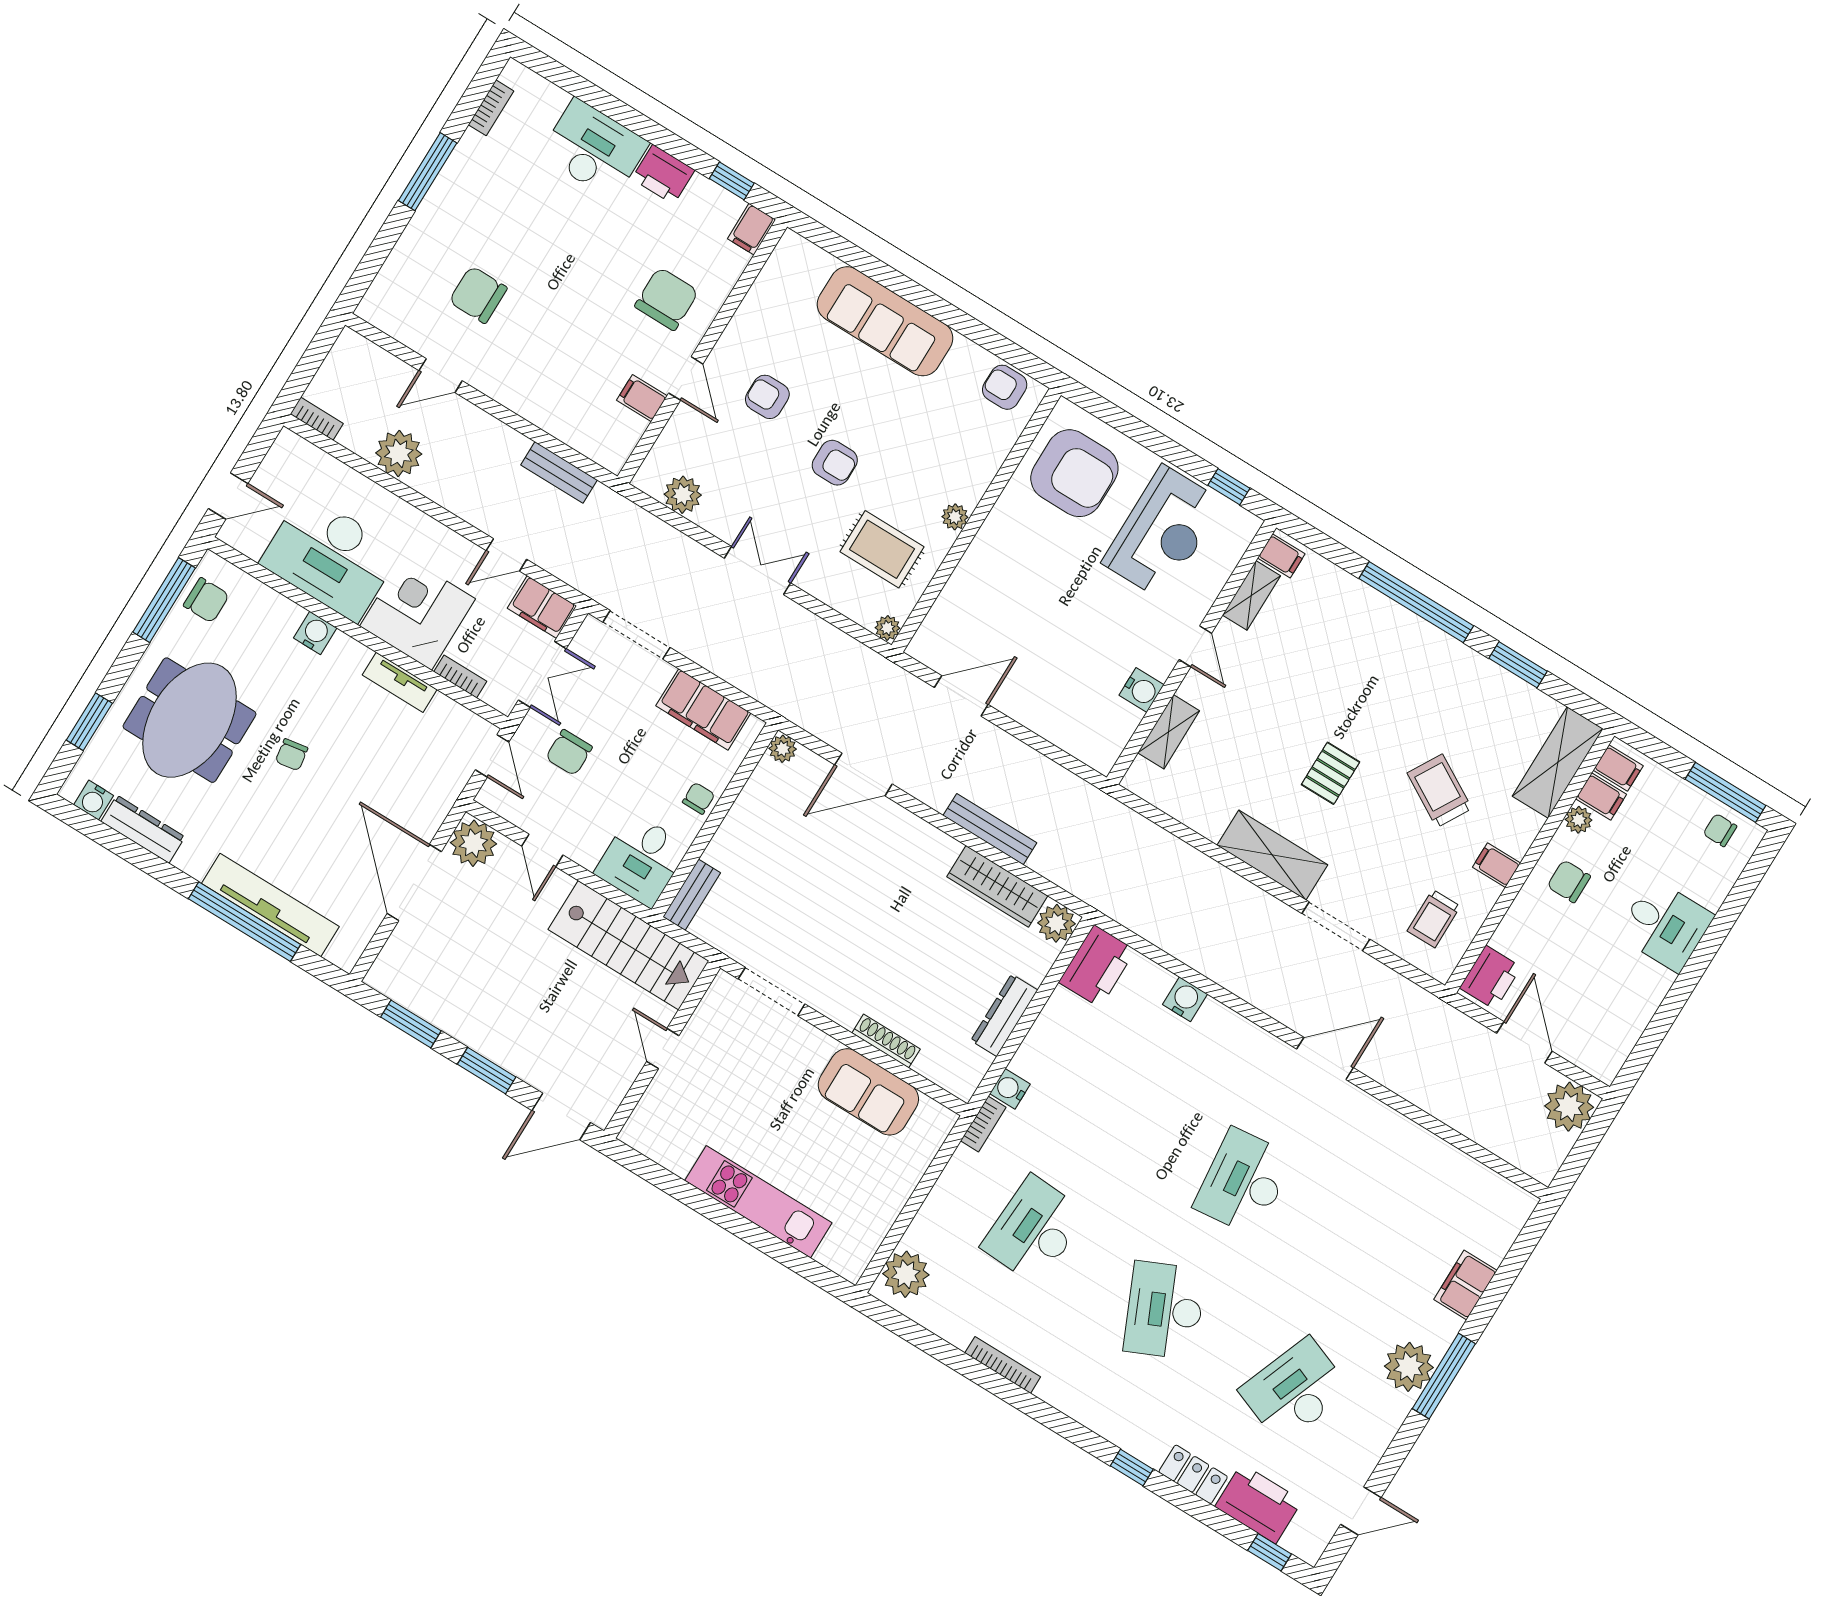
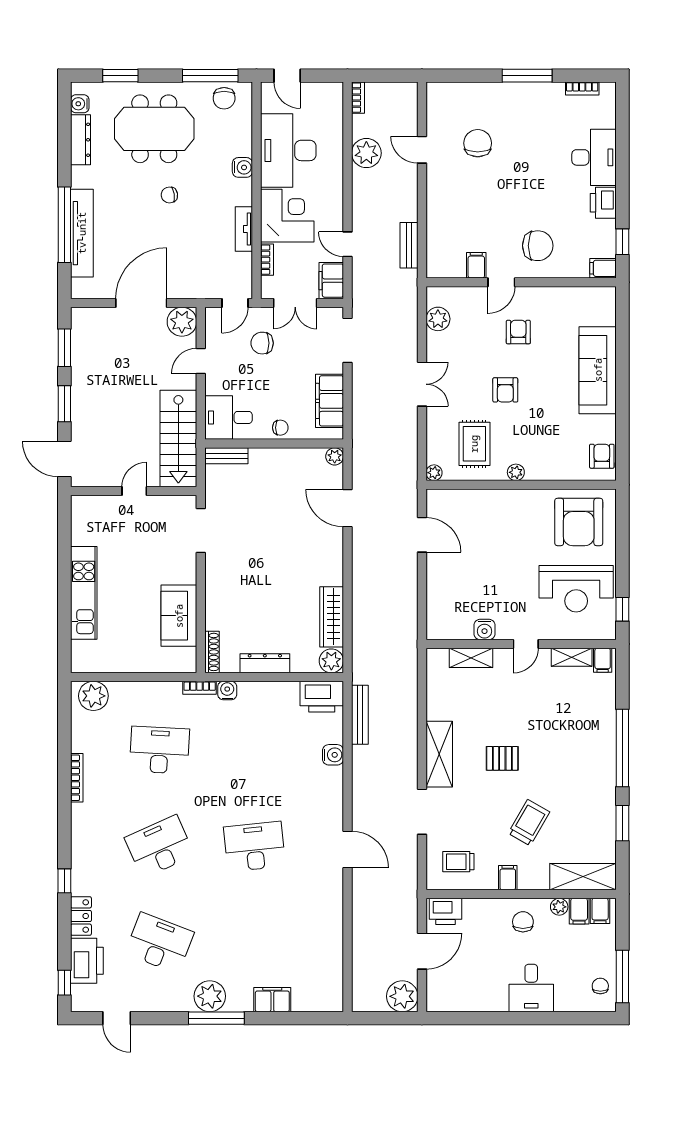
bench: (990, 829) -> (360, 715), moved
shoe rack: (886, 1041) -> (212, 652), moved

